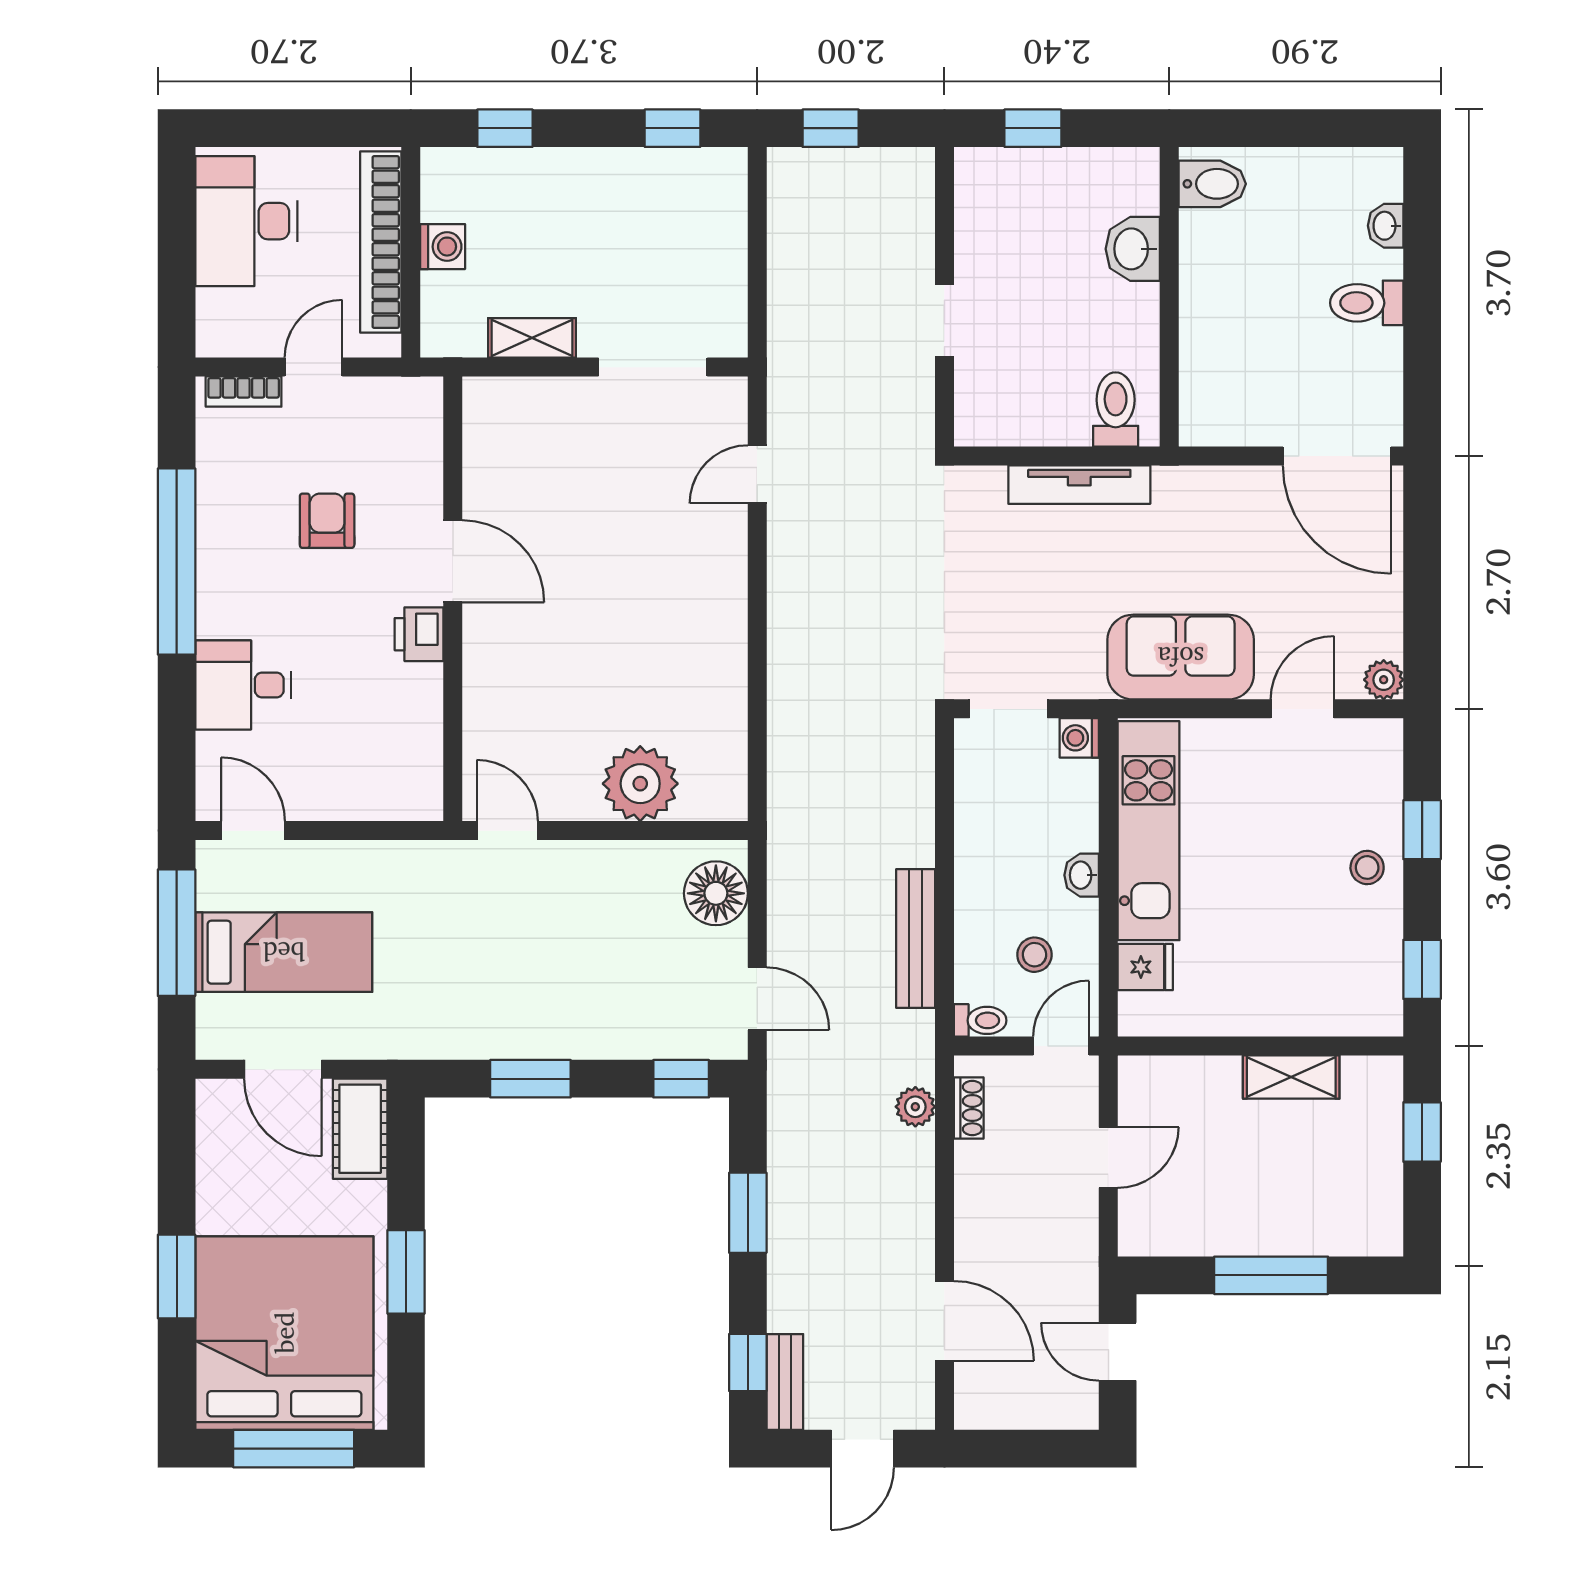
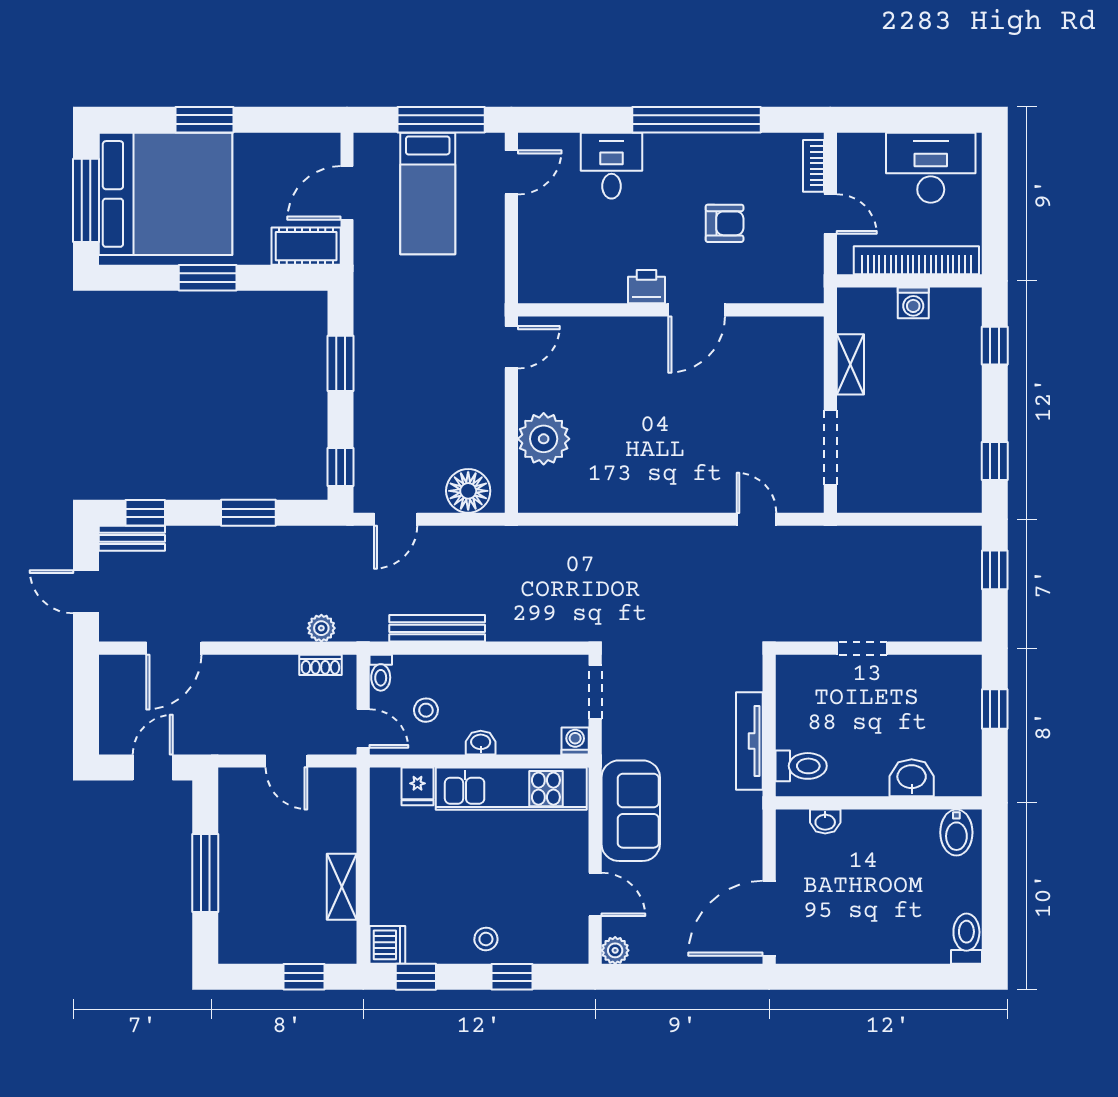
washbasin: (1386, 226) -> (825, 821), moved, turned 180
toilet: (1367, 303) -> (966, 939), moved
dishwasher: (1376, 1011) -> (387, 945), added

